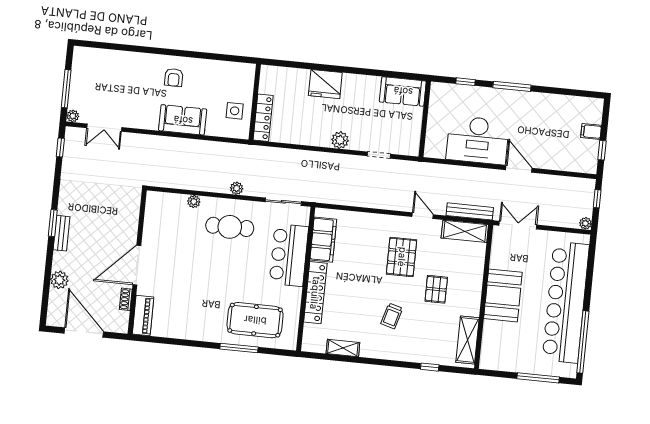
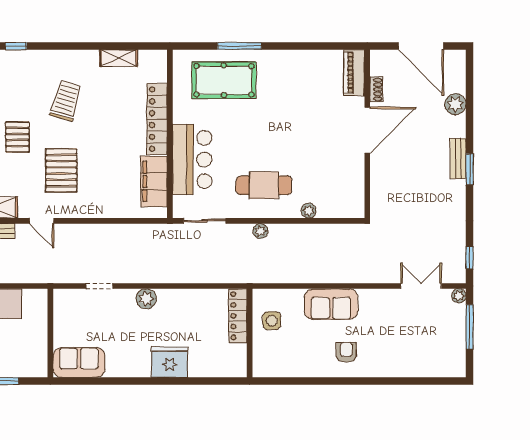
trolley: (392, 316) -> (66, 101), width x1.36, depth x1.39

